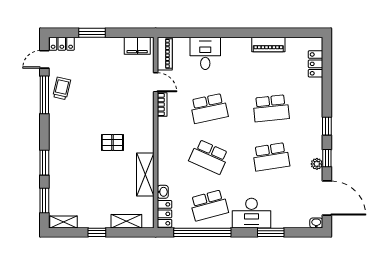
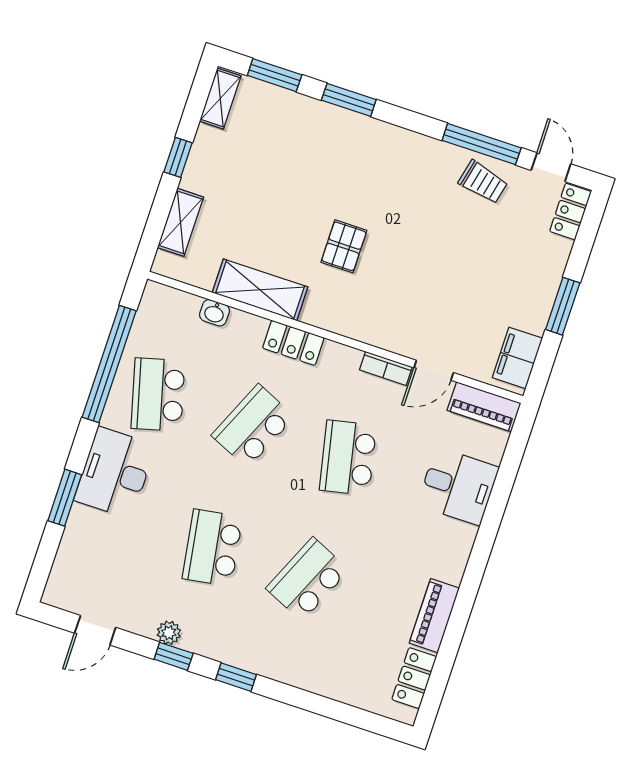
window: (92, 33) -> (563, 306), moved
locker: (316, 64) -> (414, 678), moved, turned -90
school desk: (271, 108) -> (307, 579), turned 30
door: (327, 198) -> (95, 630), width x0.53
locker: (165, 214) -> (293, 343), moved
washbasin: (316, 223) -> (53, 593), removed

